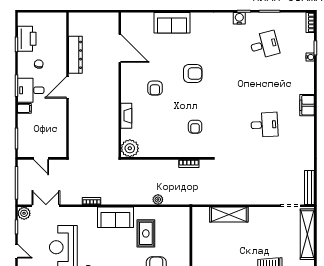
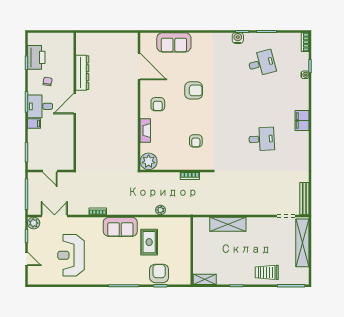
door: (120, 48) -> (139, 67), moved
wall: (120, 85) -> (139, 101), moved
fireplace: (126, 116) -> (145, 131), moved
plant: (130, 148) -> (149, 161), moved

